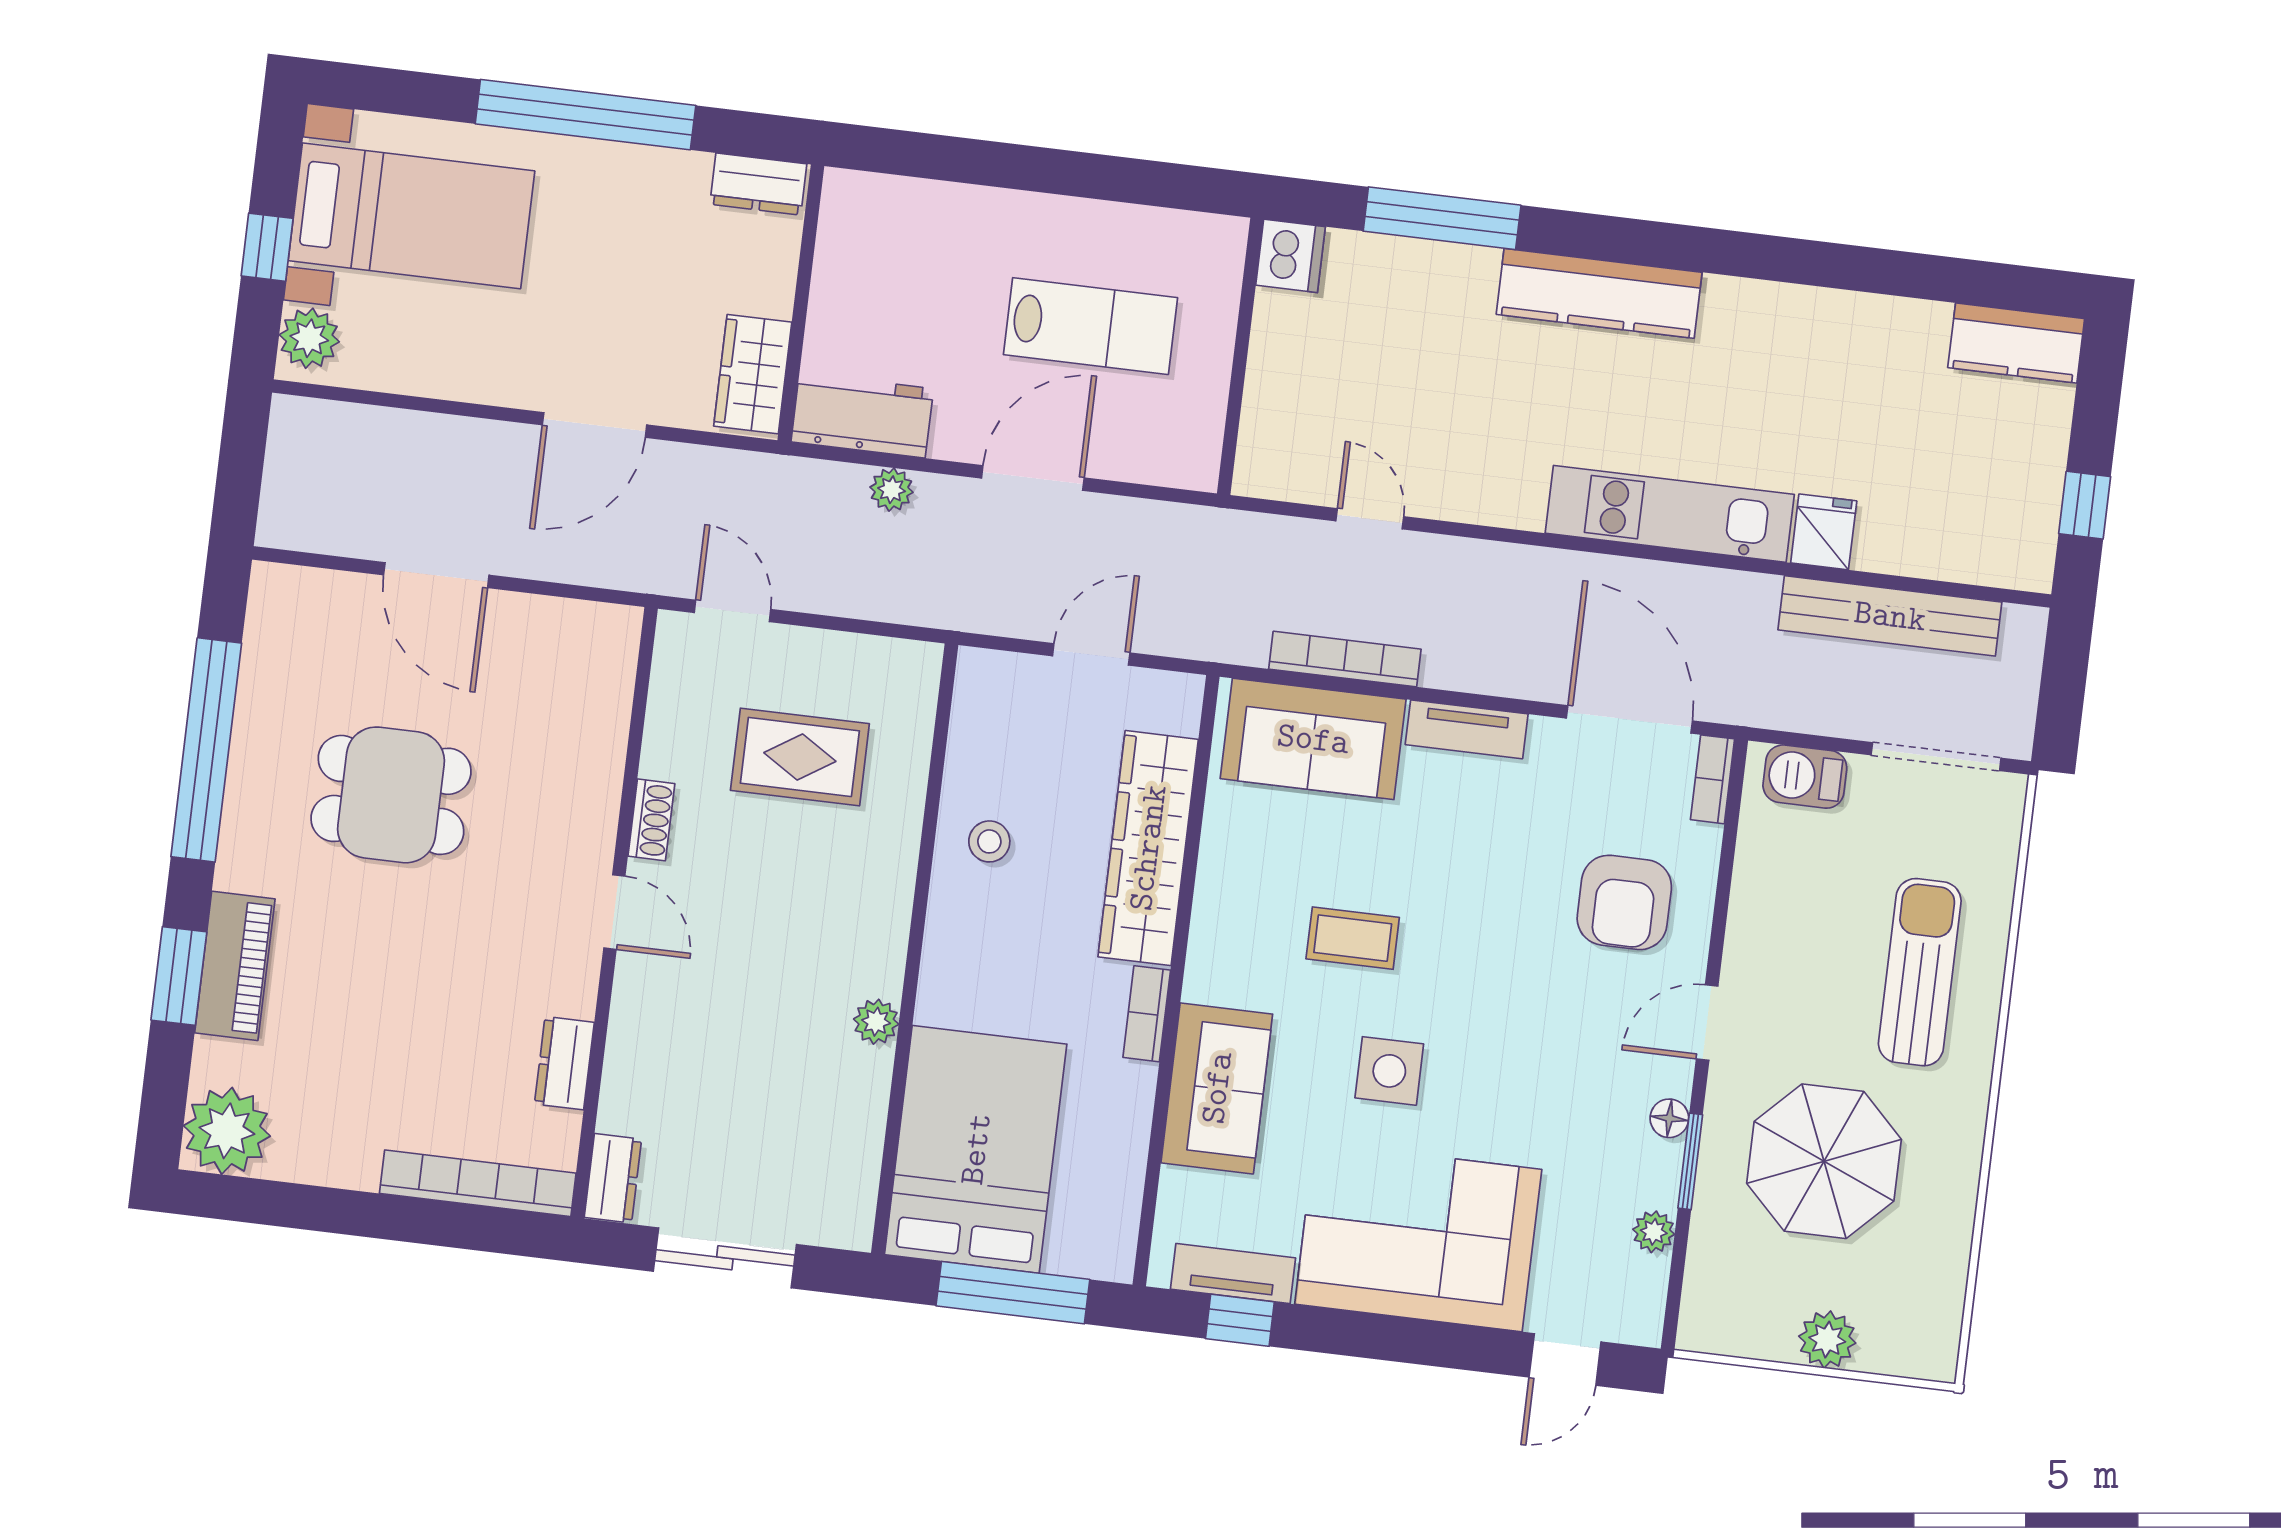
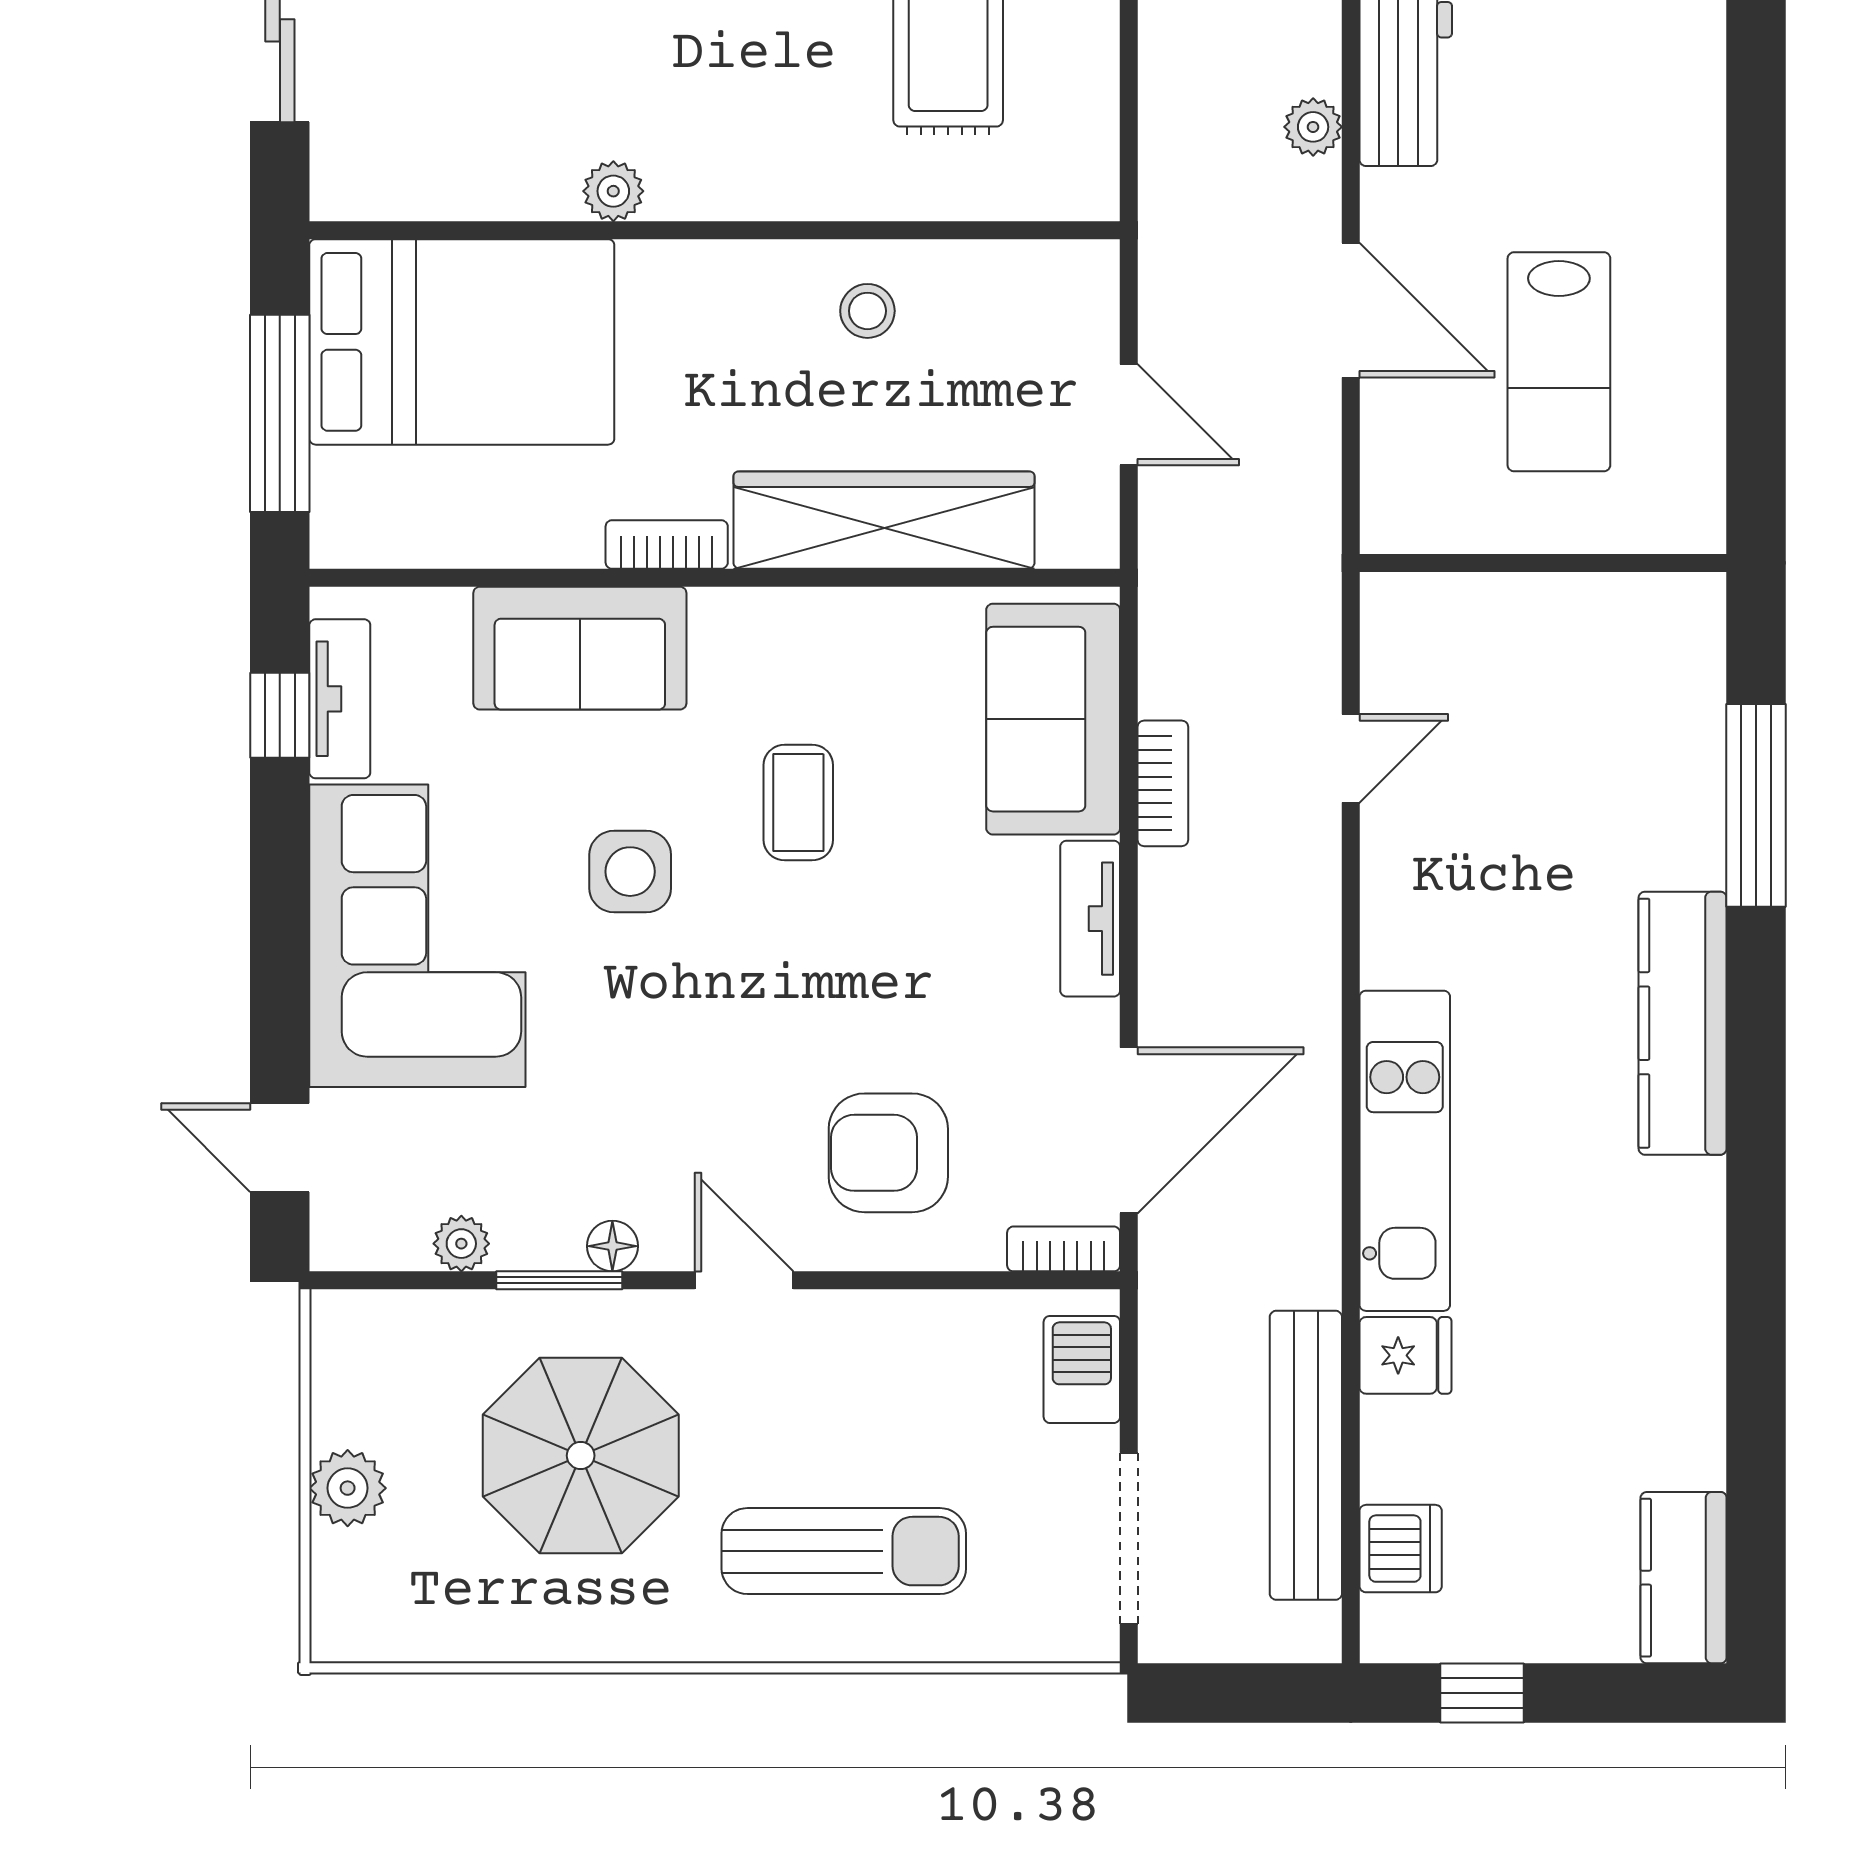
dishwasher: (1291, 256) -> (1401, 1549), moved, turned -90
bookcase: (1345, 659) -> (1163, 783), width x0.64

